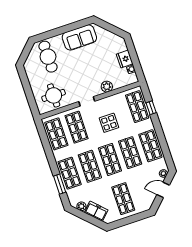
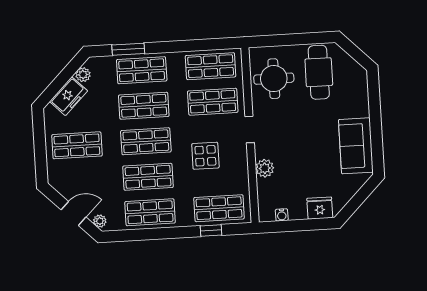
cafe table: (48, 57) -> (319, 72), moved, turned 90
fridge: (125, 59) -> (320, 208), moved
door: (163, 190) -> (73, 213), hinge flipped

